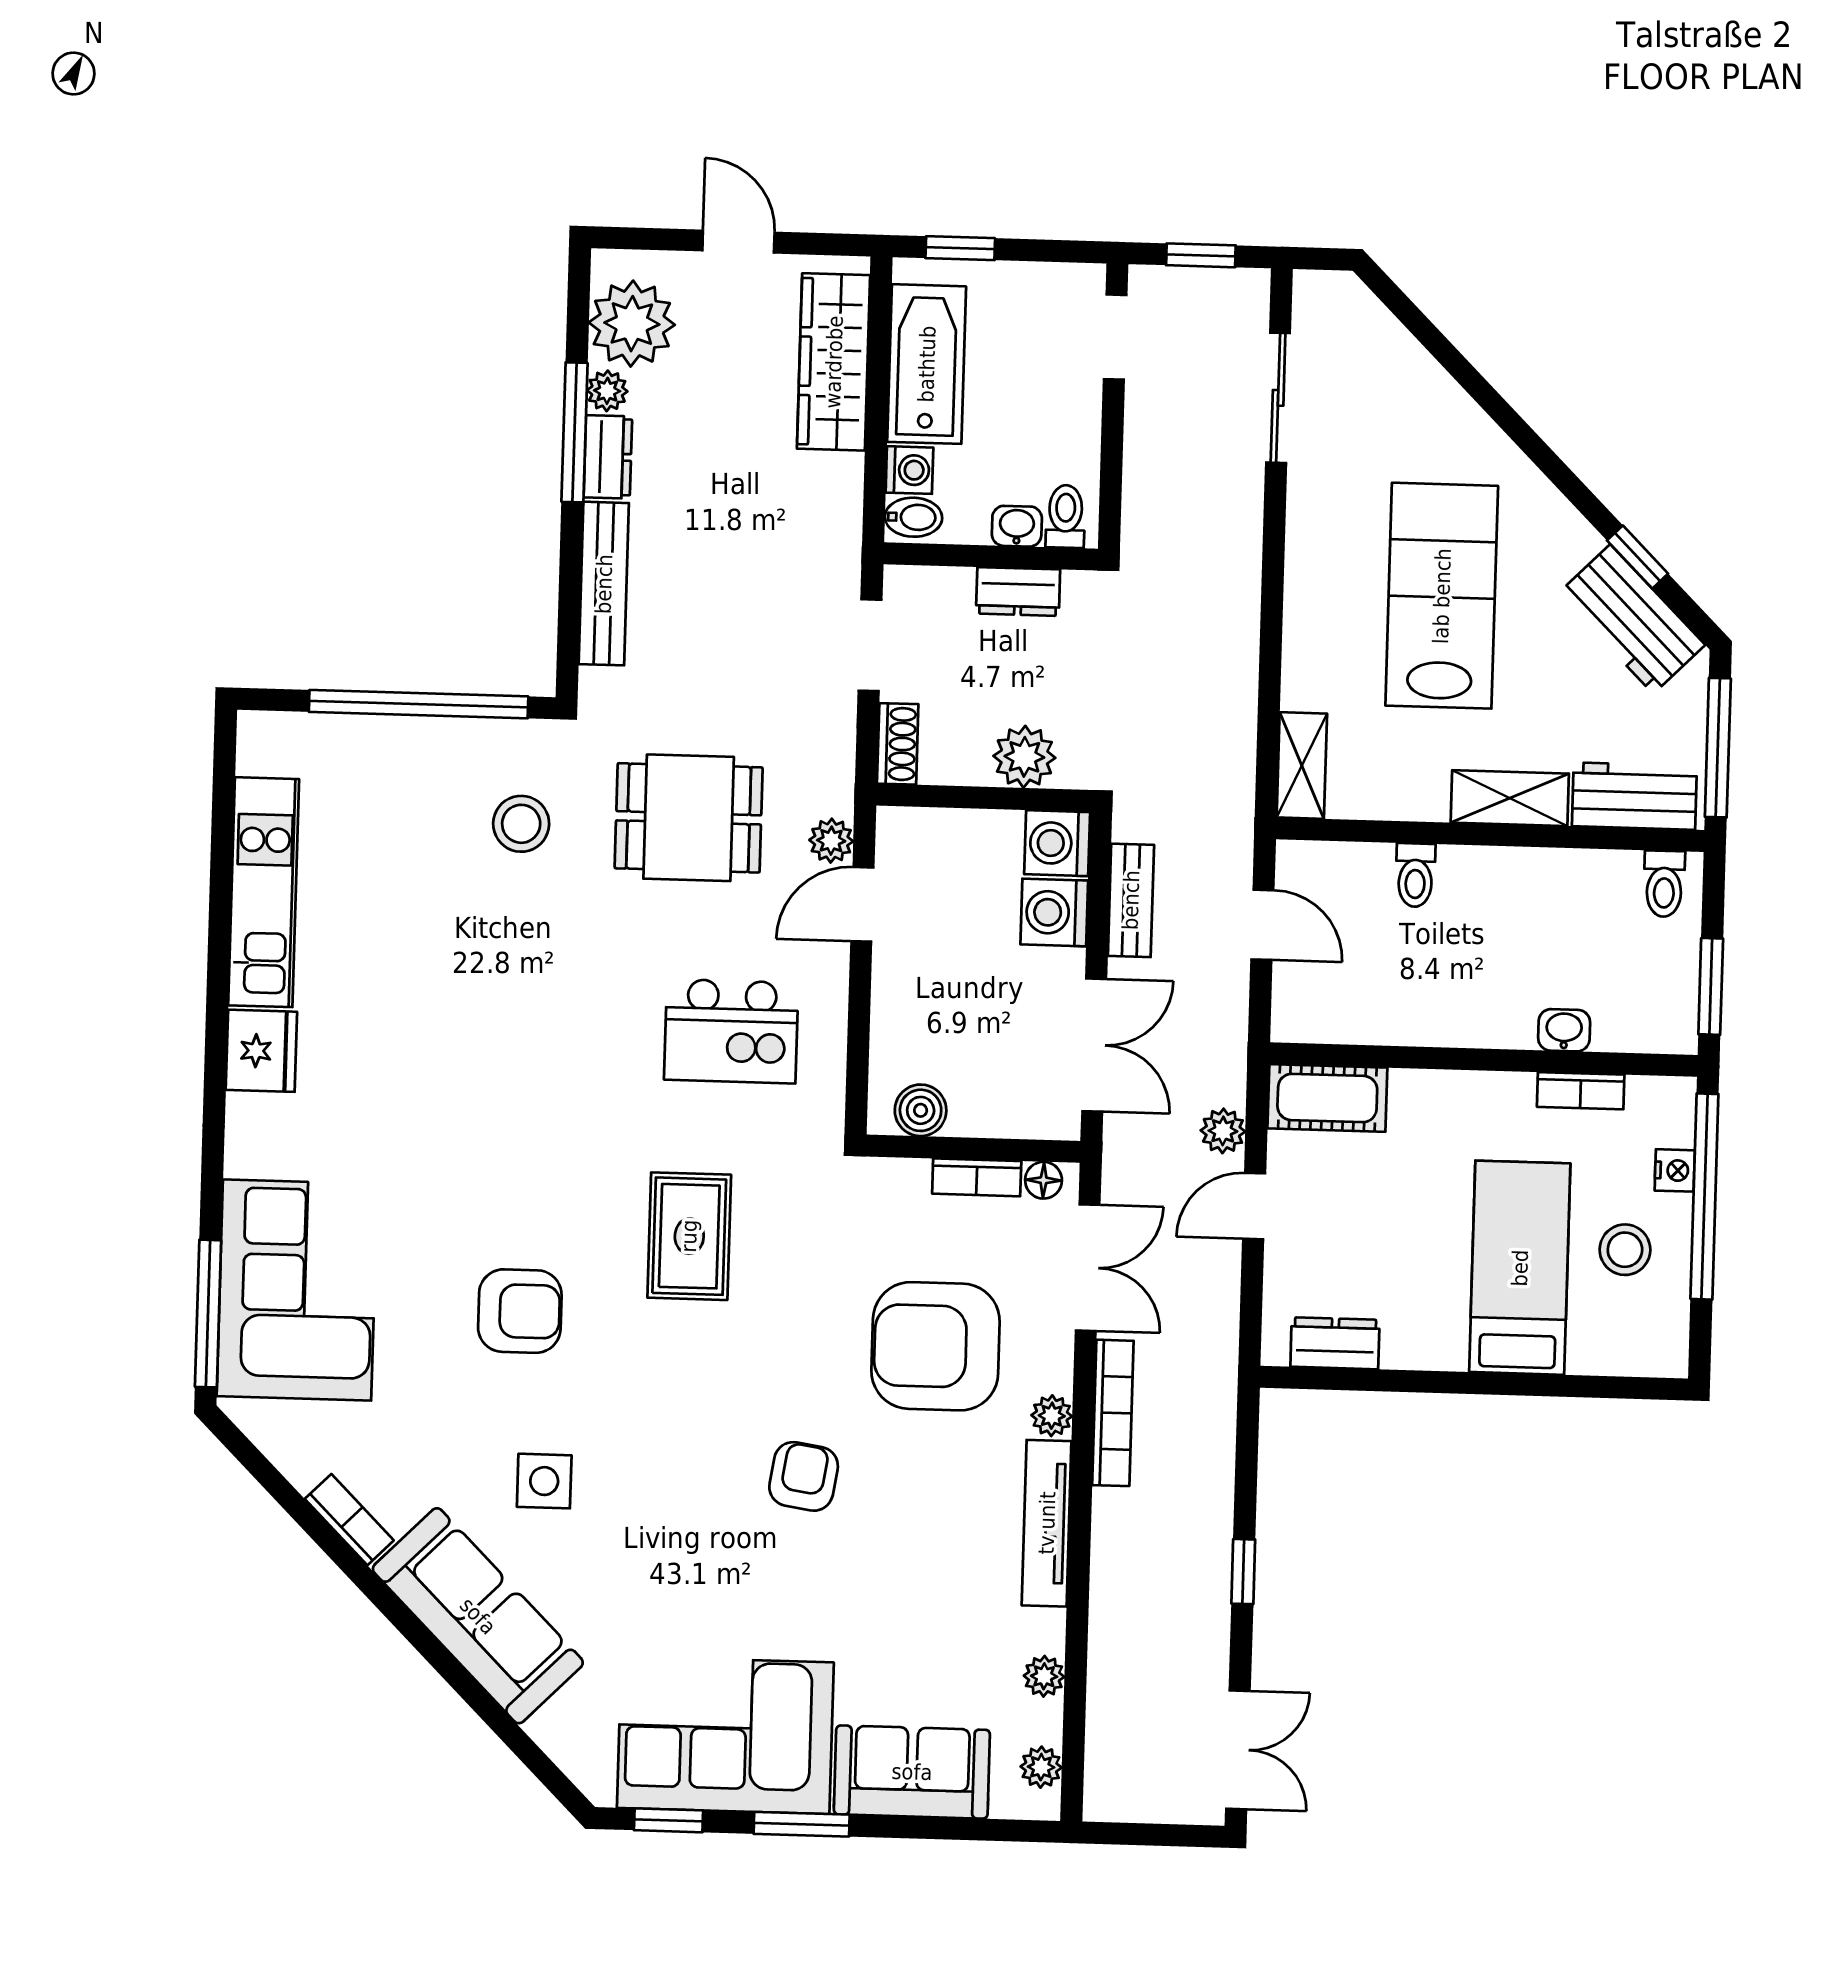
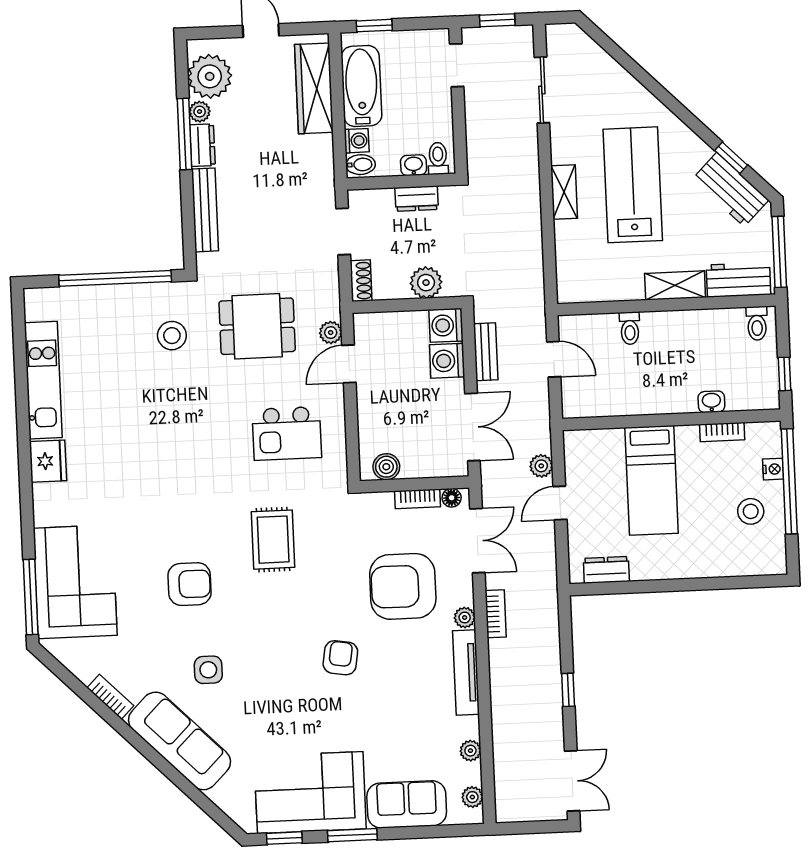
shelving: (1302, 765) -> (564, 192), moved
window: (1711, 986) -> (785, 374), width x0.67
cot: (1327, 1098) -> (593, 445), removed
bed: (1520, 1268) -> (652, 480), moved, turned 180
bookcase: (1113, 1413) -> (496, 614), width x0.64

